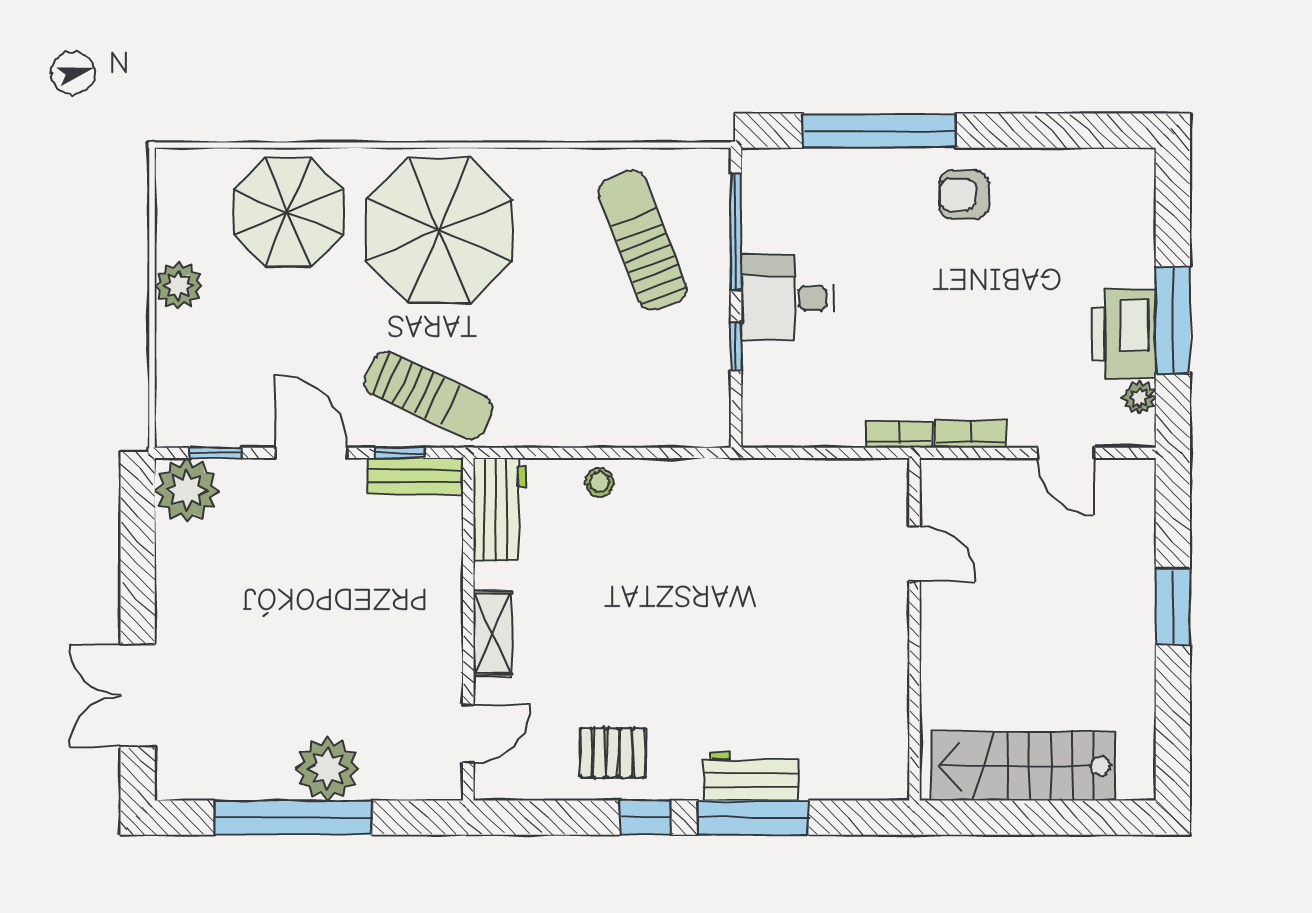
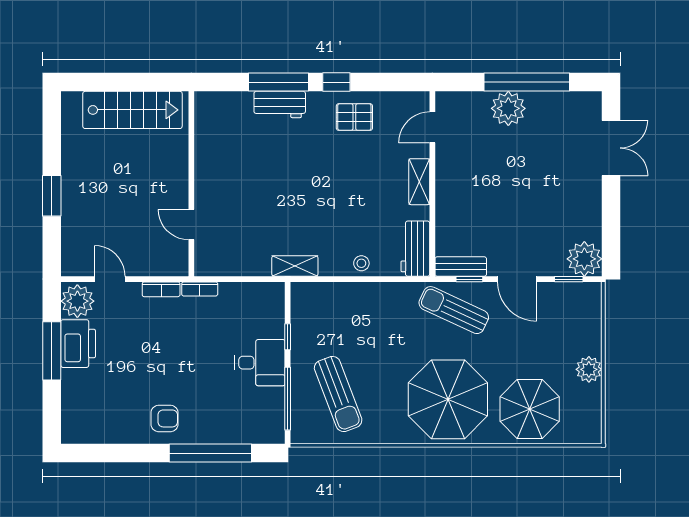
plant: (1140, 398) -> (77, 301), width x1.88, depth x1.88
shelving: (723, 477) -> (295, 266), added

